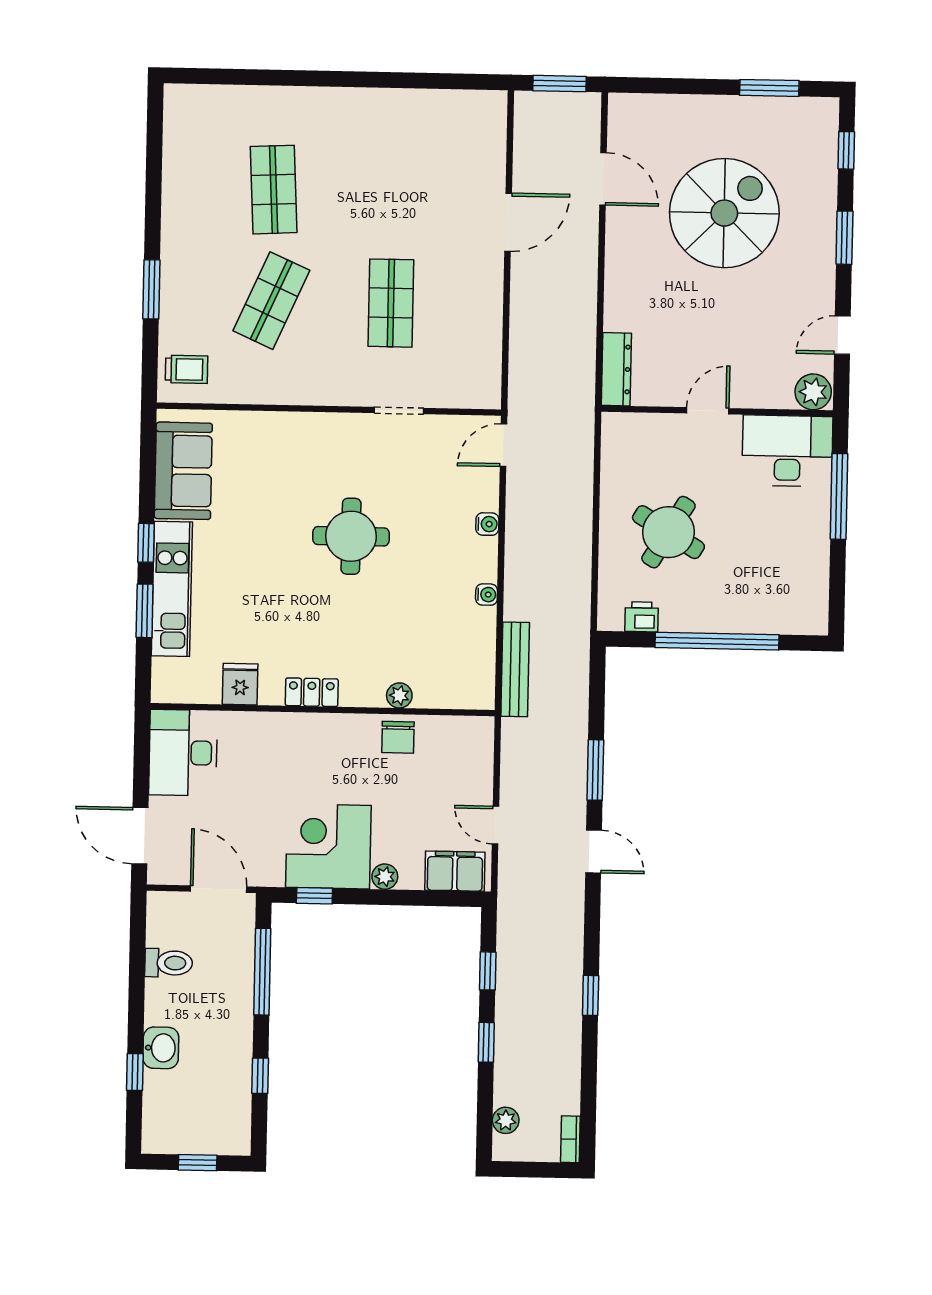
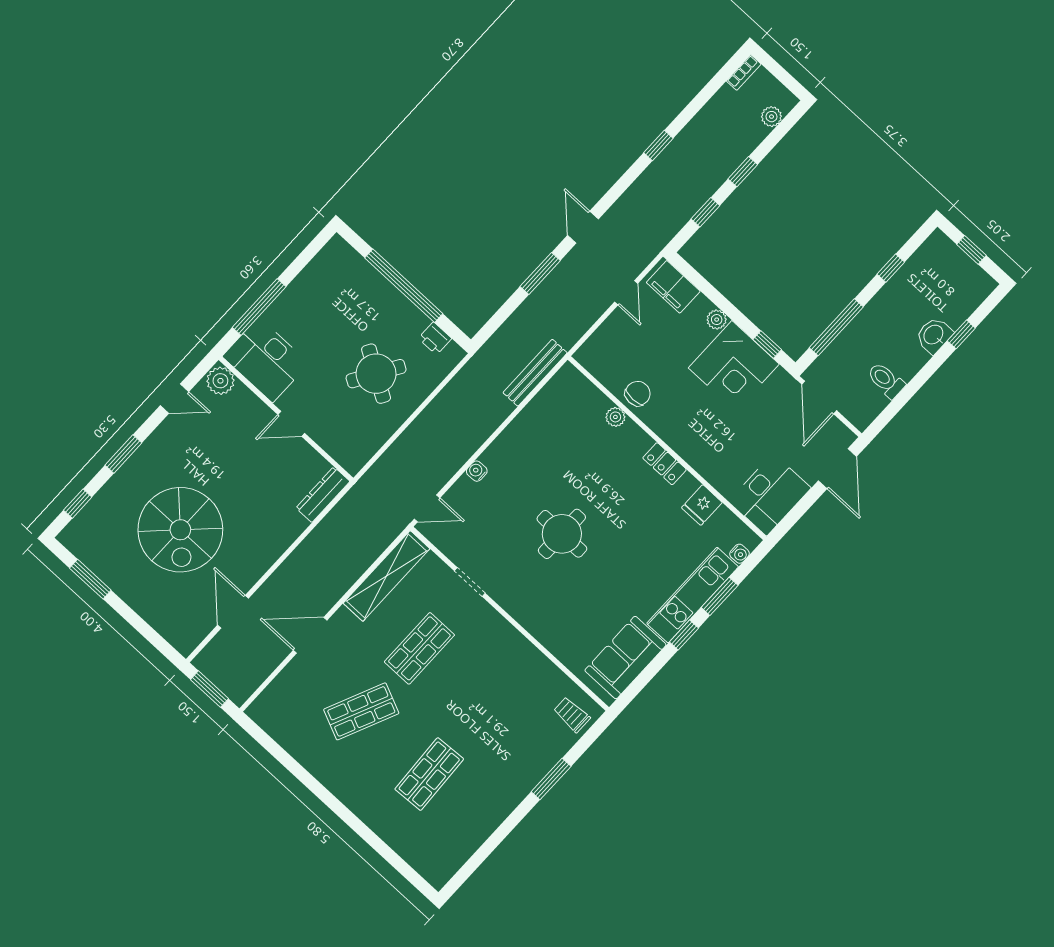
spiral stairs: (724, 213) -> (180, 530), turned -90
shop shelf: (271, 301) -> (361, 711), moved
shelving: (485, 345) -> (387, 576), added
water cooler: (487, 595) -> (740, 554), moved, turned 180

